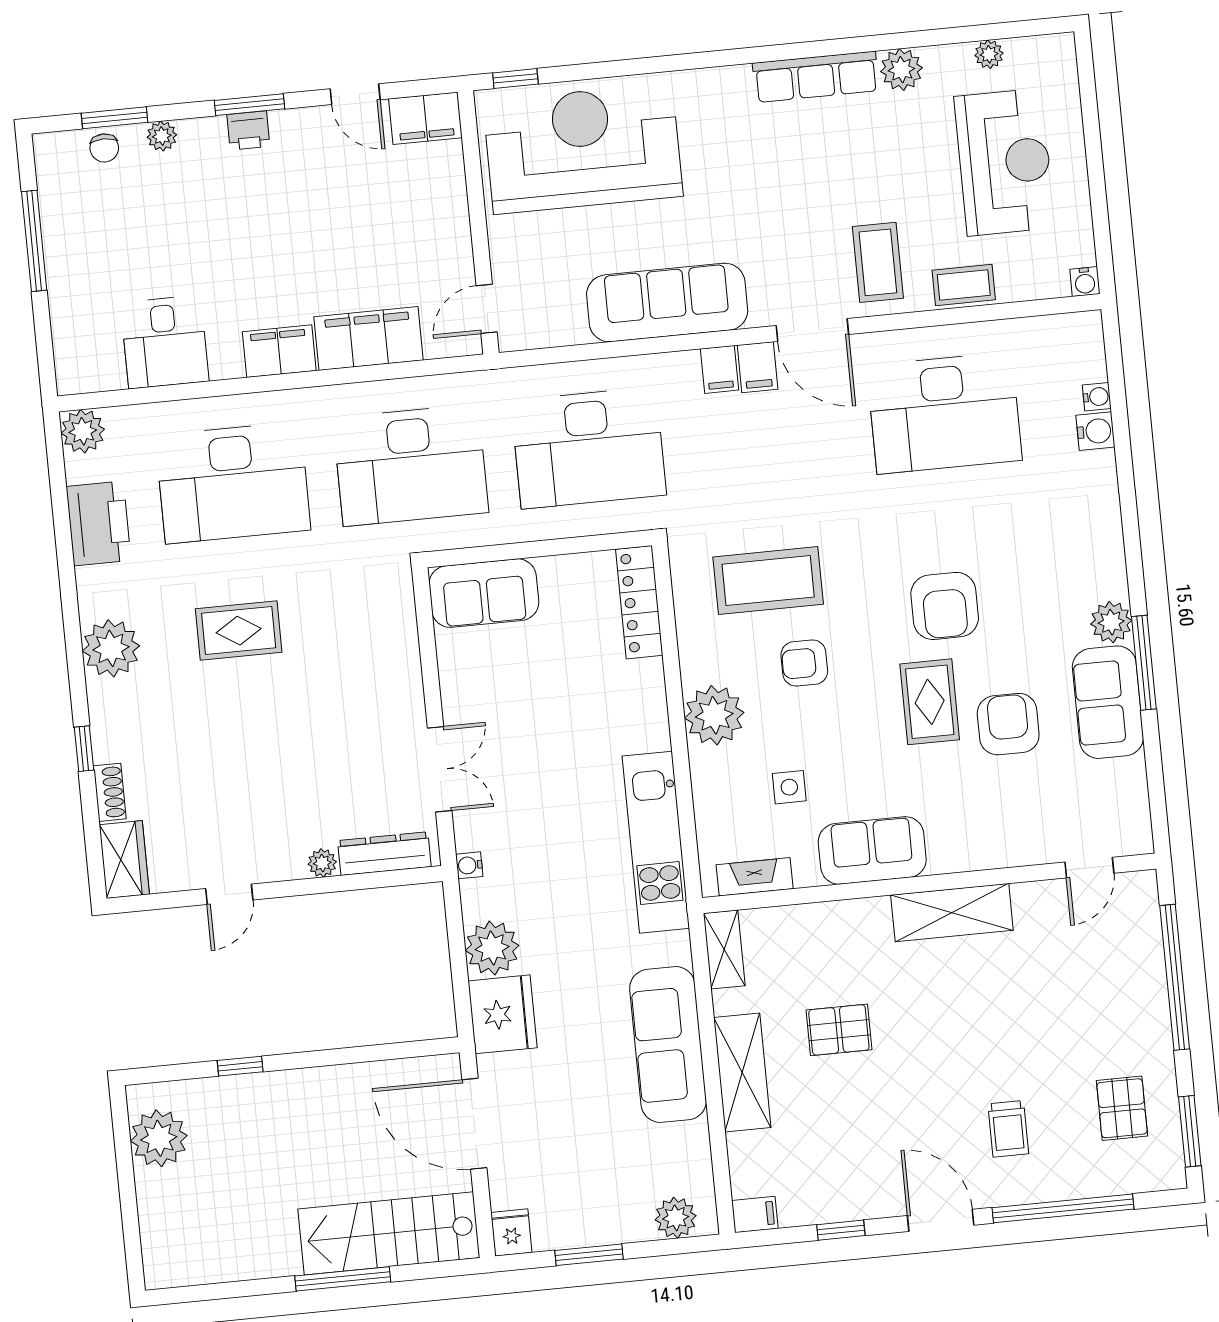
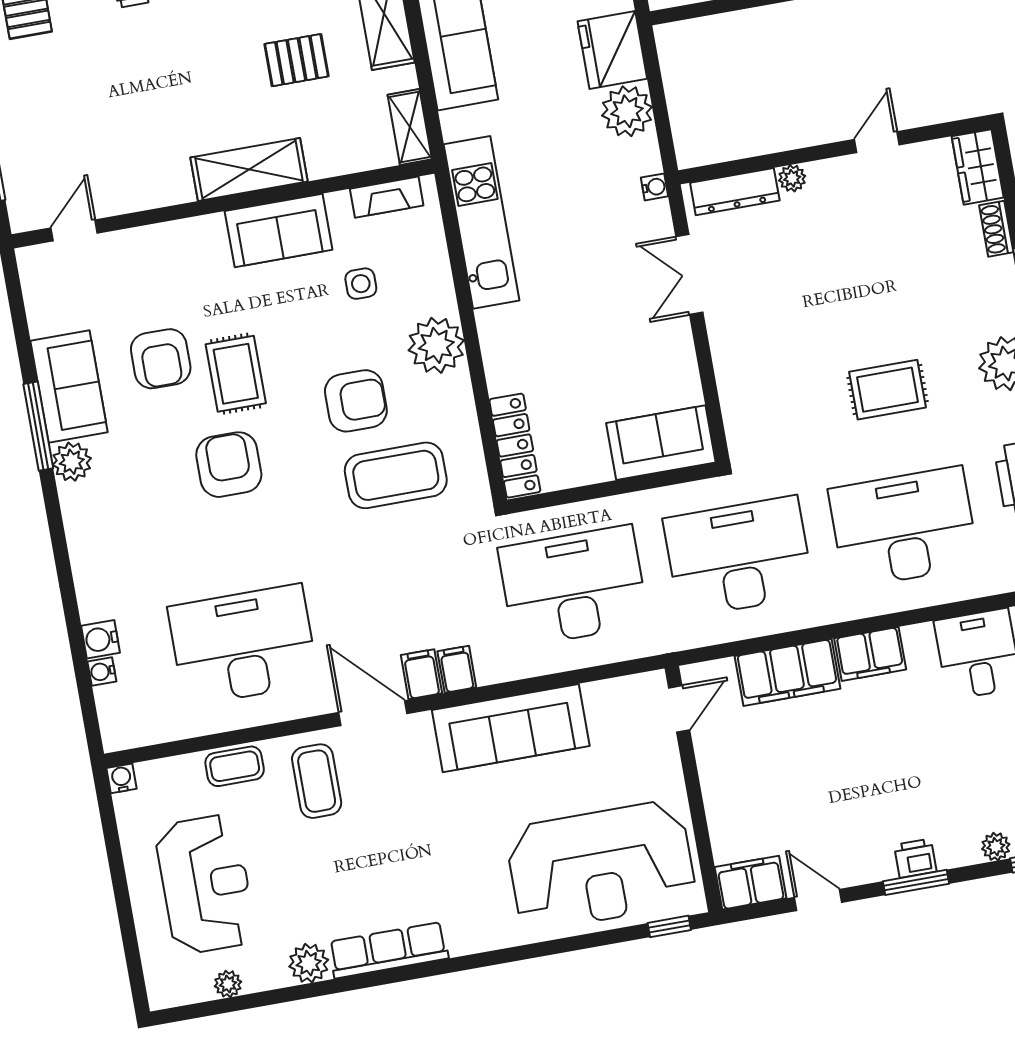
reception desk: (1004, 162) -> (206, 884), turned 180
armchair: (804, 663) -> (356, 401), width x1.38, depth x1.38
shelving: (952, 913) -> (249, 169), moved

